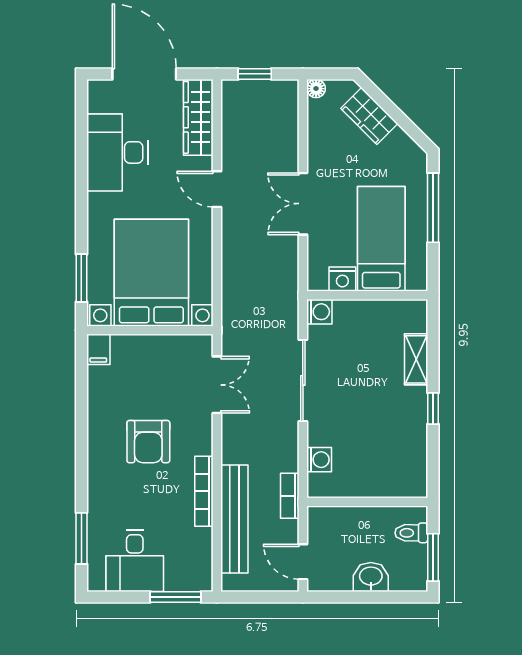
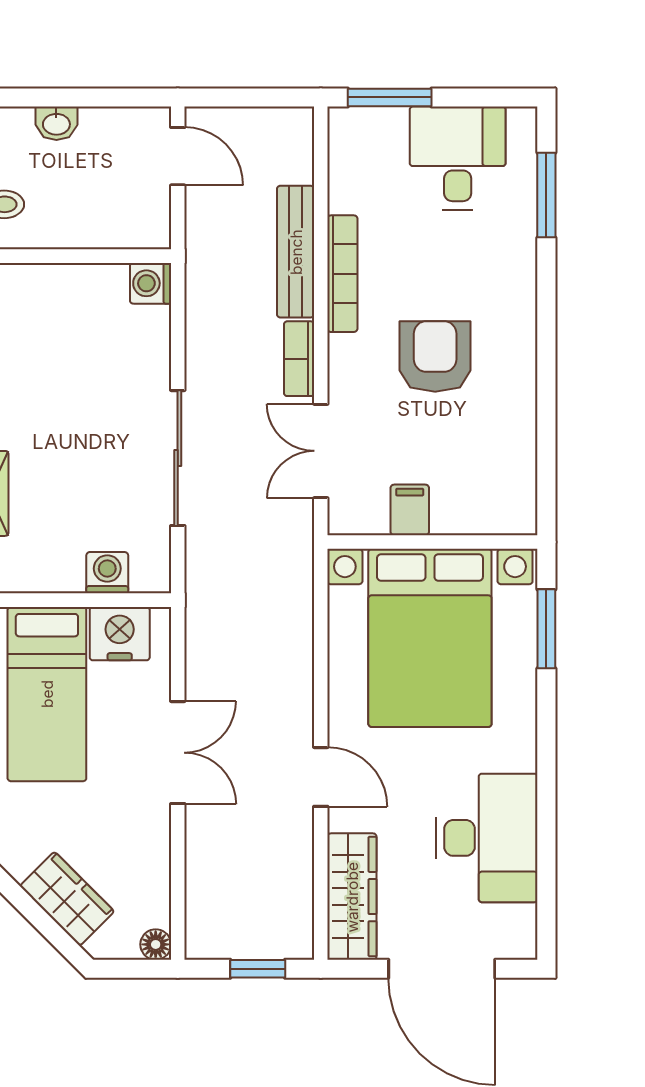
nightstand: (342, 279) -> (120, 634), width x1.36, depth x1.33
washing machine: (319, 312) -> (107, 573), moved, turned 90
filing cabinet: (98, 349) -> (410, 510), moved
washing machine: (319, 460) -> (151, 283), moved
bookcase: (290, 496) -> (299, 359), moved, turned 180
bench: (234, 519) -> (296, 252), width x0.73, depth x0.82
washbasin: (371, 577) -> (56, 123), width x0.72, depth x0.69

